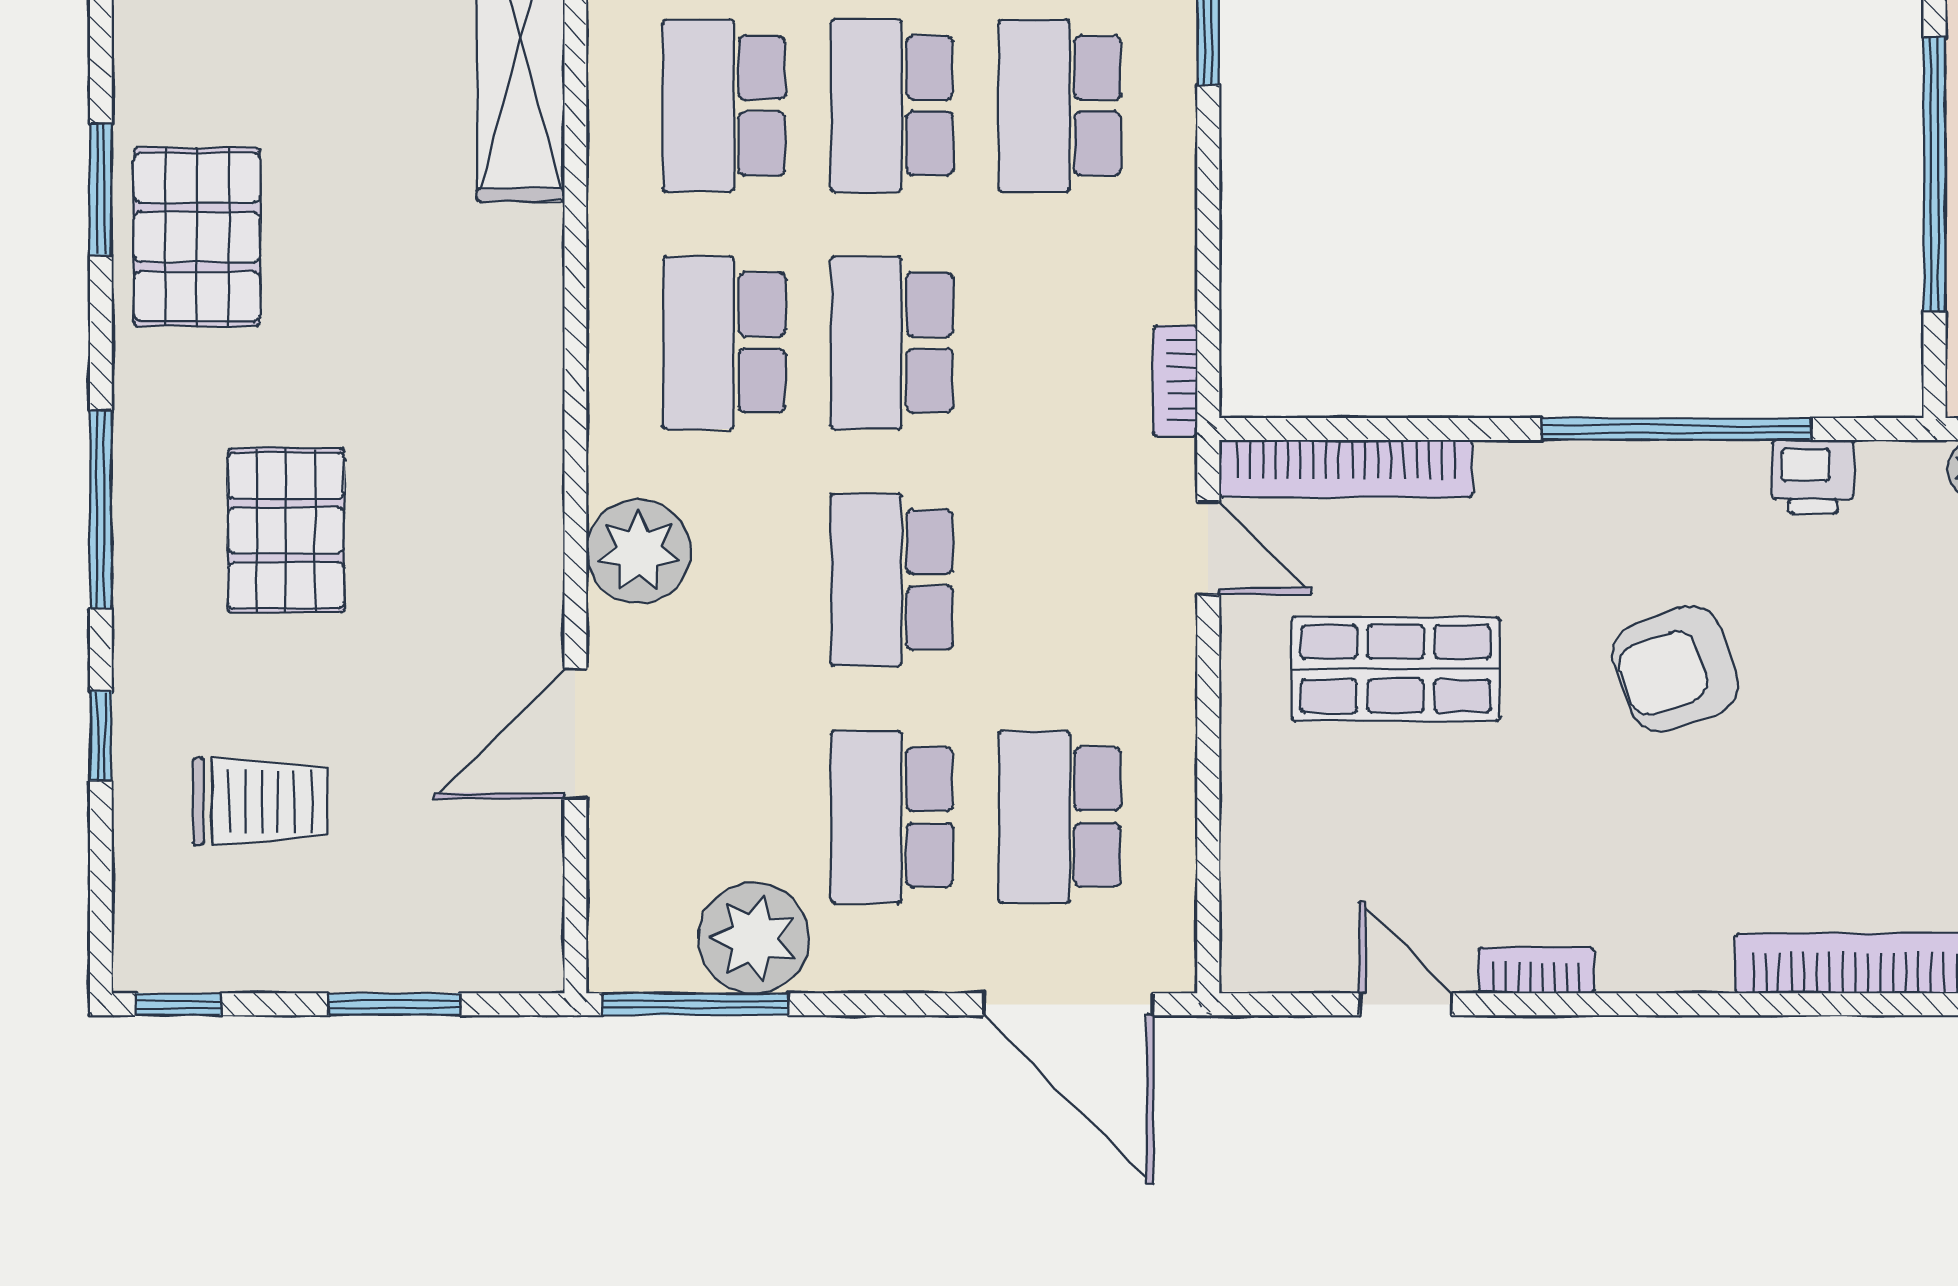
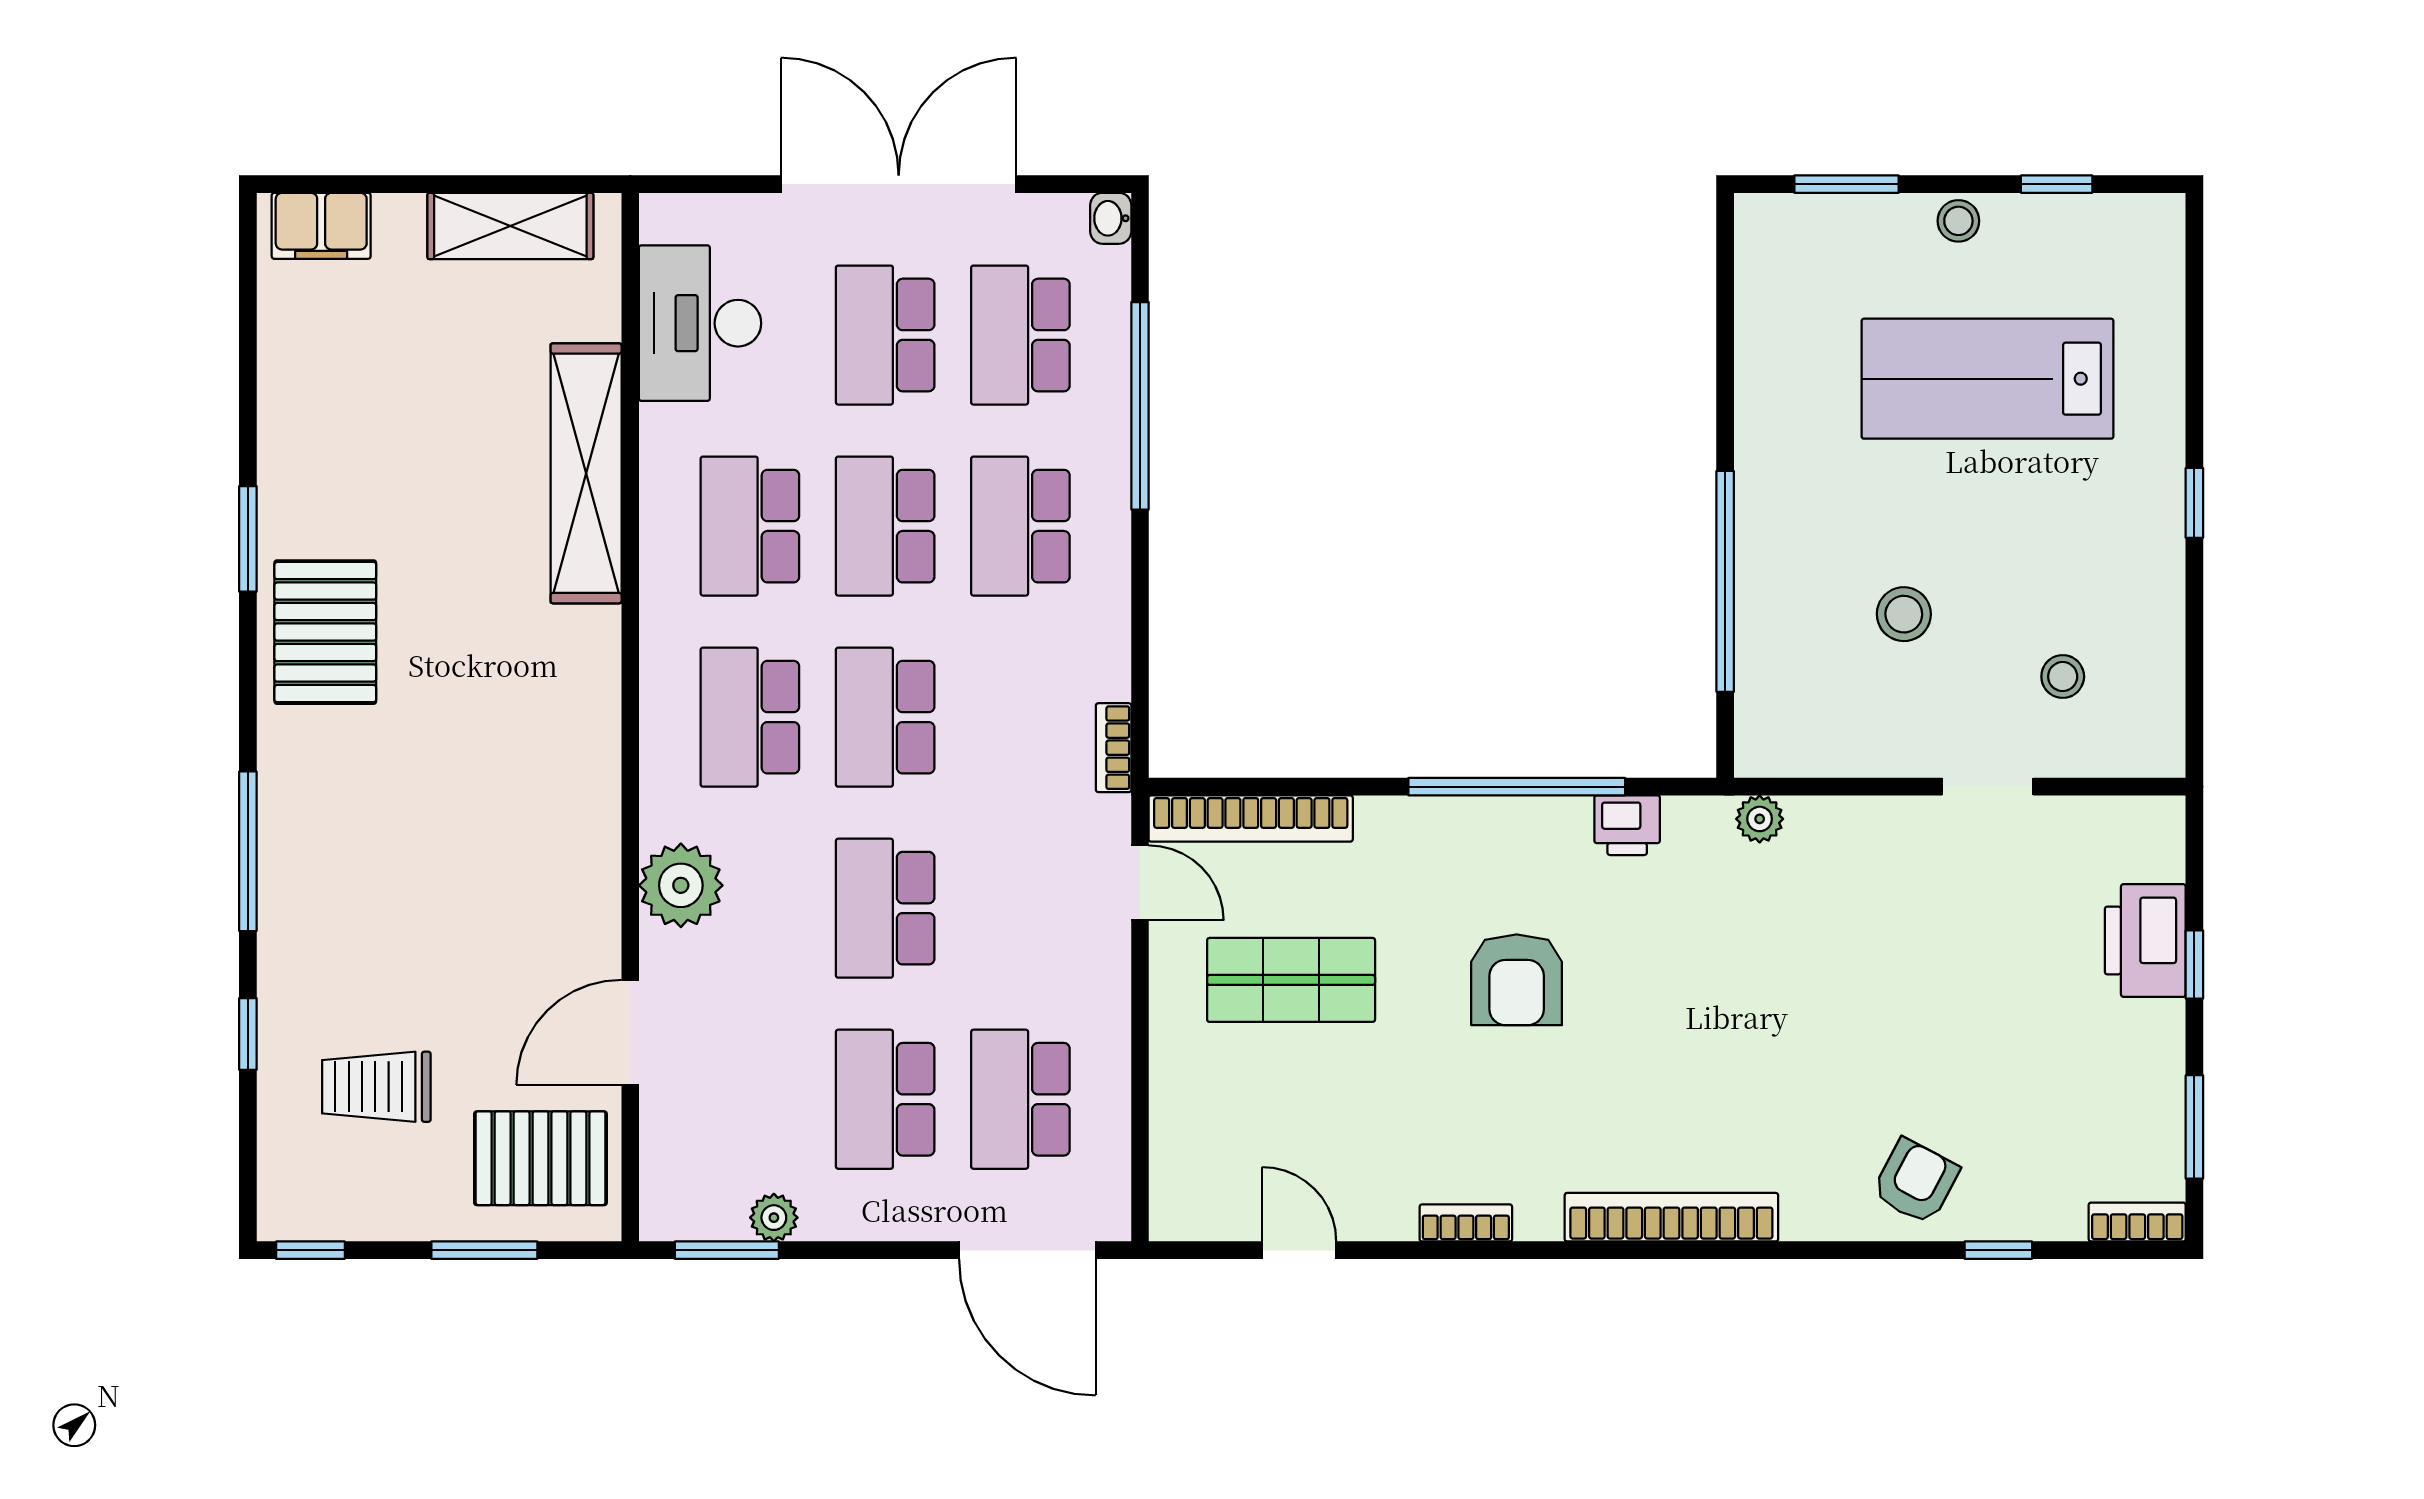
window: (101, 189) -> (248, 539), moved
pallet: (286, 530) -> (541, 1158), moved, turned 90
armchair: (1676, 669) -> (1517, 980), turned -71
trolley: (260, 801) -> (376, 1087), turned 180
plant: (754, 938) -> (774, 1218), width x0.53, depth x0.53
bookcase: (1536, 970) -> (1466, 1223), moved
window: (695, 1004) -> (727, 1250), width x0.69

